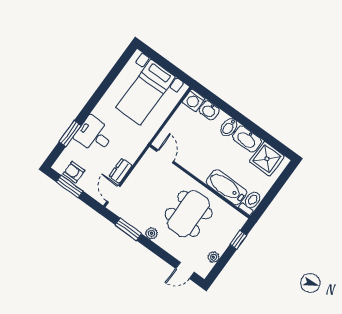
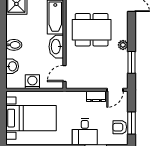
washing machine: (194, 100) -> (32, 82), moved, turned -90
washbasin: (247, 139) -> (56, 47), moved, turned 180
armchair: (74, 172) -> (120, 127), turned 90

